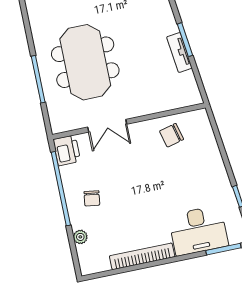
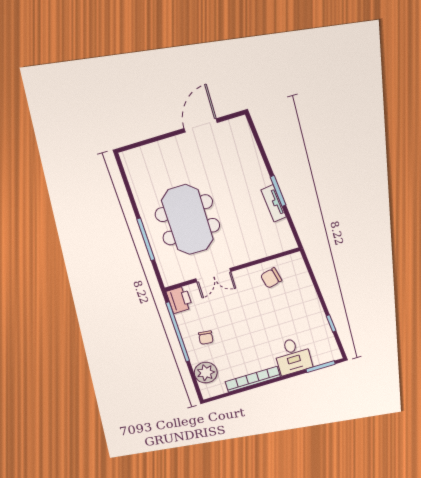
desk: (198, 231) -> (293, 356), width x0.73
plant: (80, 237) -> (206, 373), width x1.87, depth x1.87

